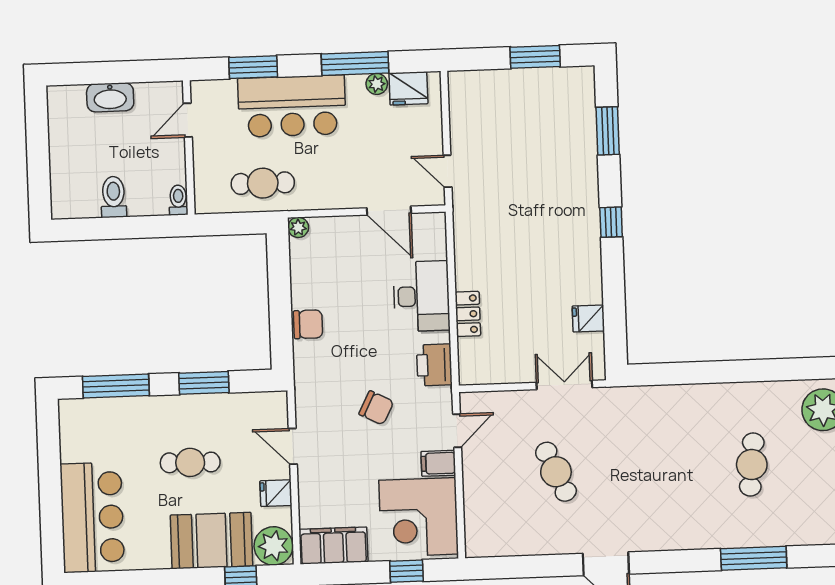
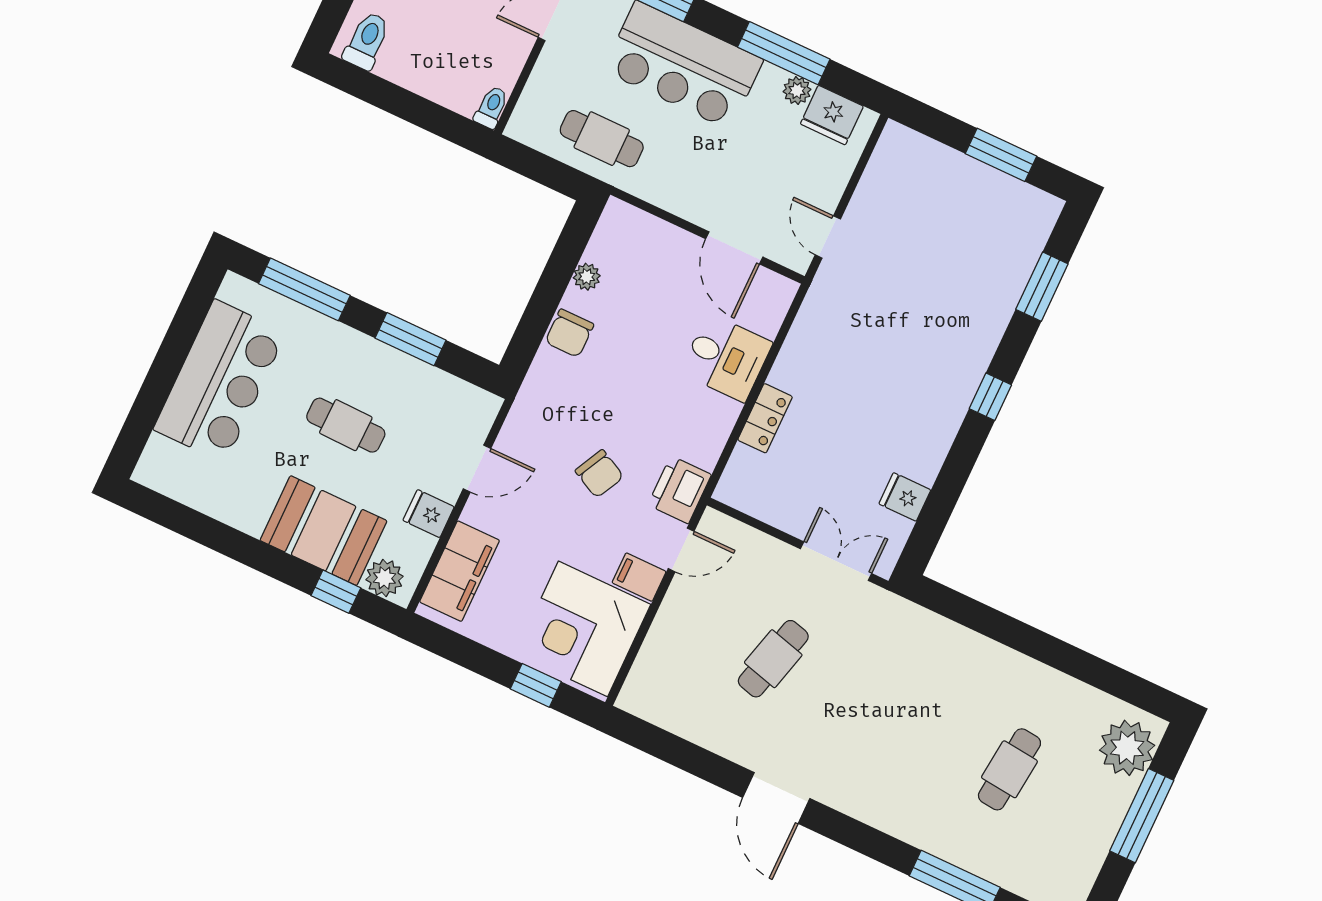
toilet: (114, 197) -> (367, 41), moved
plant: (298, 227) -> (587, 277), moved
desk: (421, 296) -> (726, 358), width x0.73
chair: (308, 324) -> (569, 333), turned 90
printer: (434, 365) -> (680, 490), moved
door: (293, 446) -> (477, 469), swing flipped
cafe table: (556, 472) -> (773, 659), turned 39
bar counter: (92, 517) -> (220, 381), moved
plant: (273, 546) -> (384, 578), width x0.73, depth x0.73
filing cabinet: (333, 546) -> (460, 571), moved, turned 90

